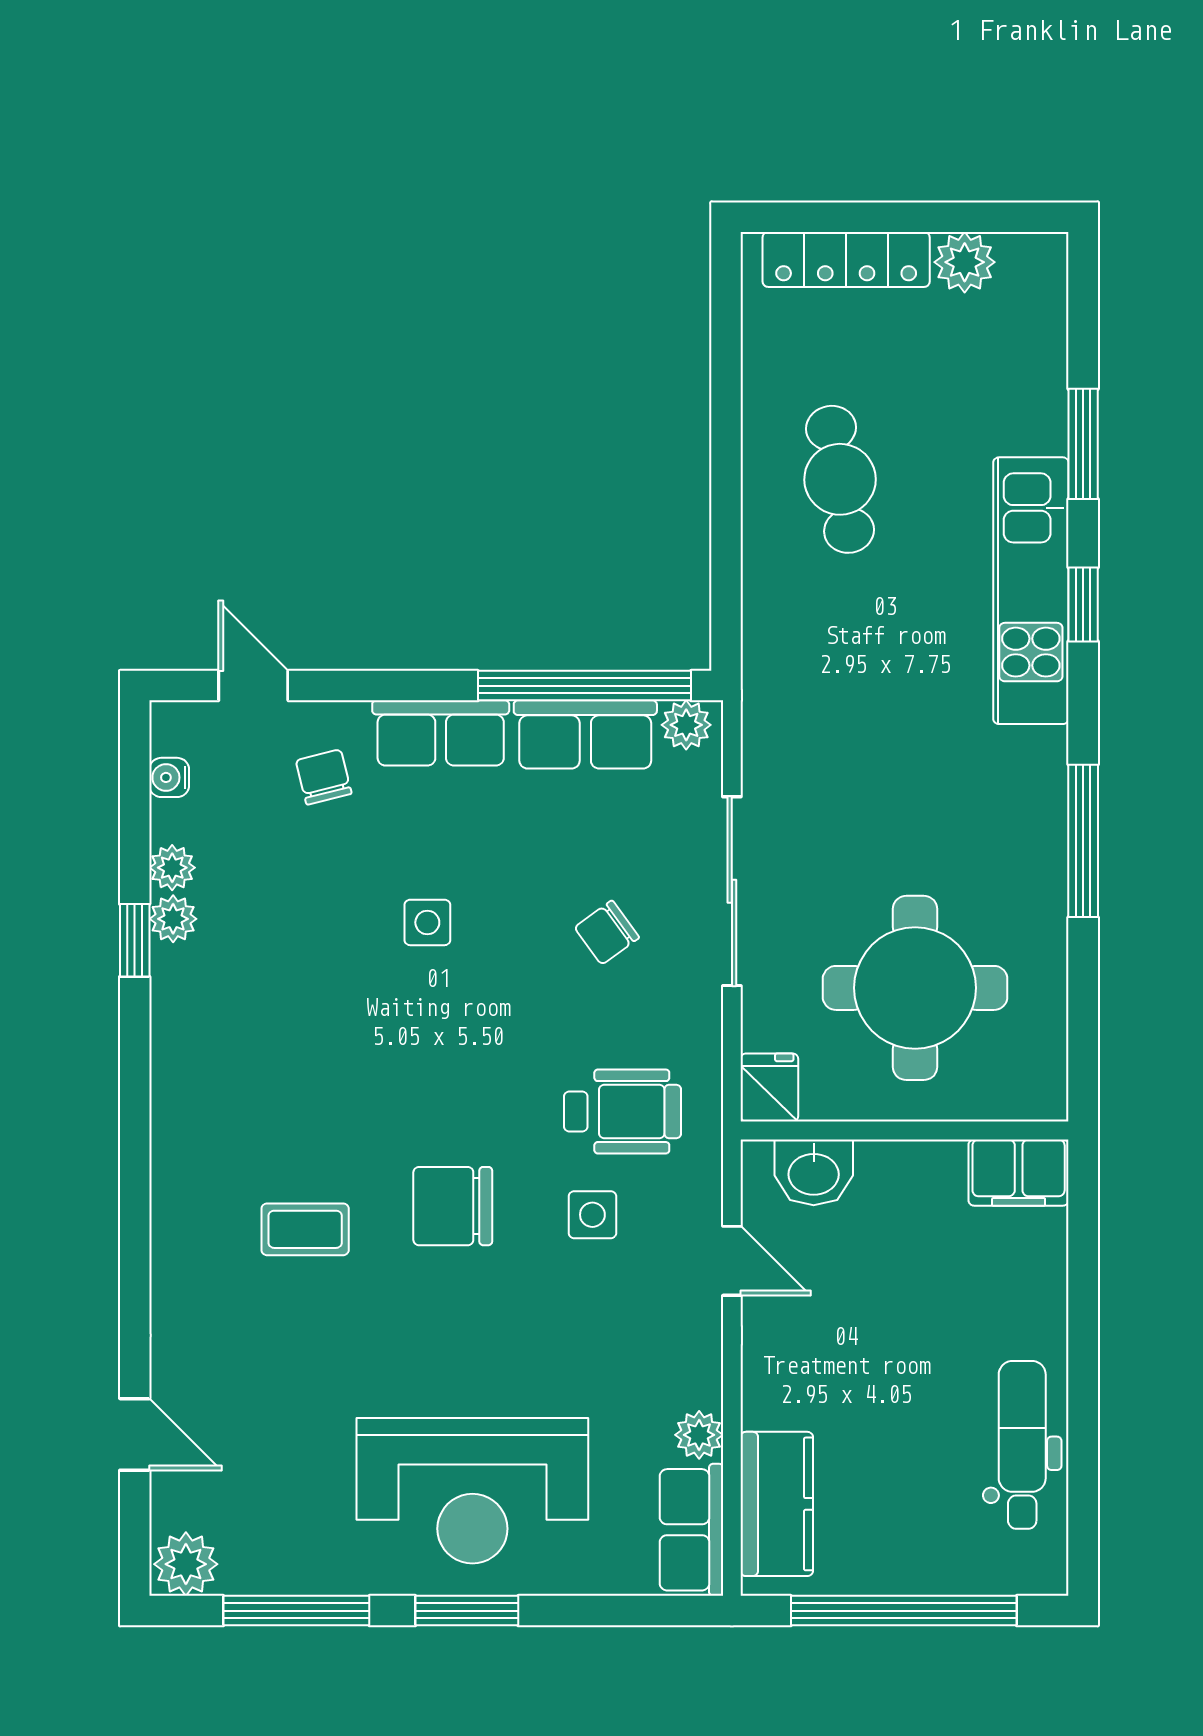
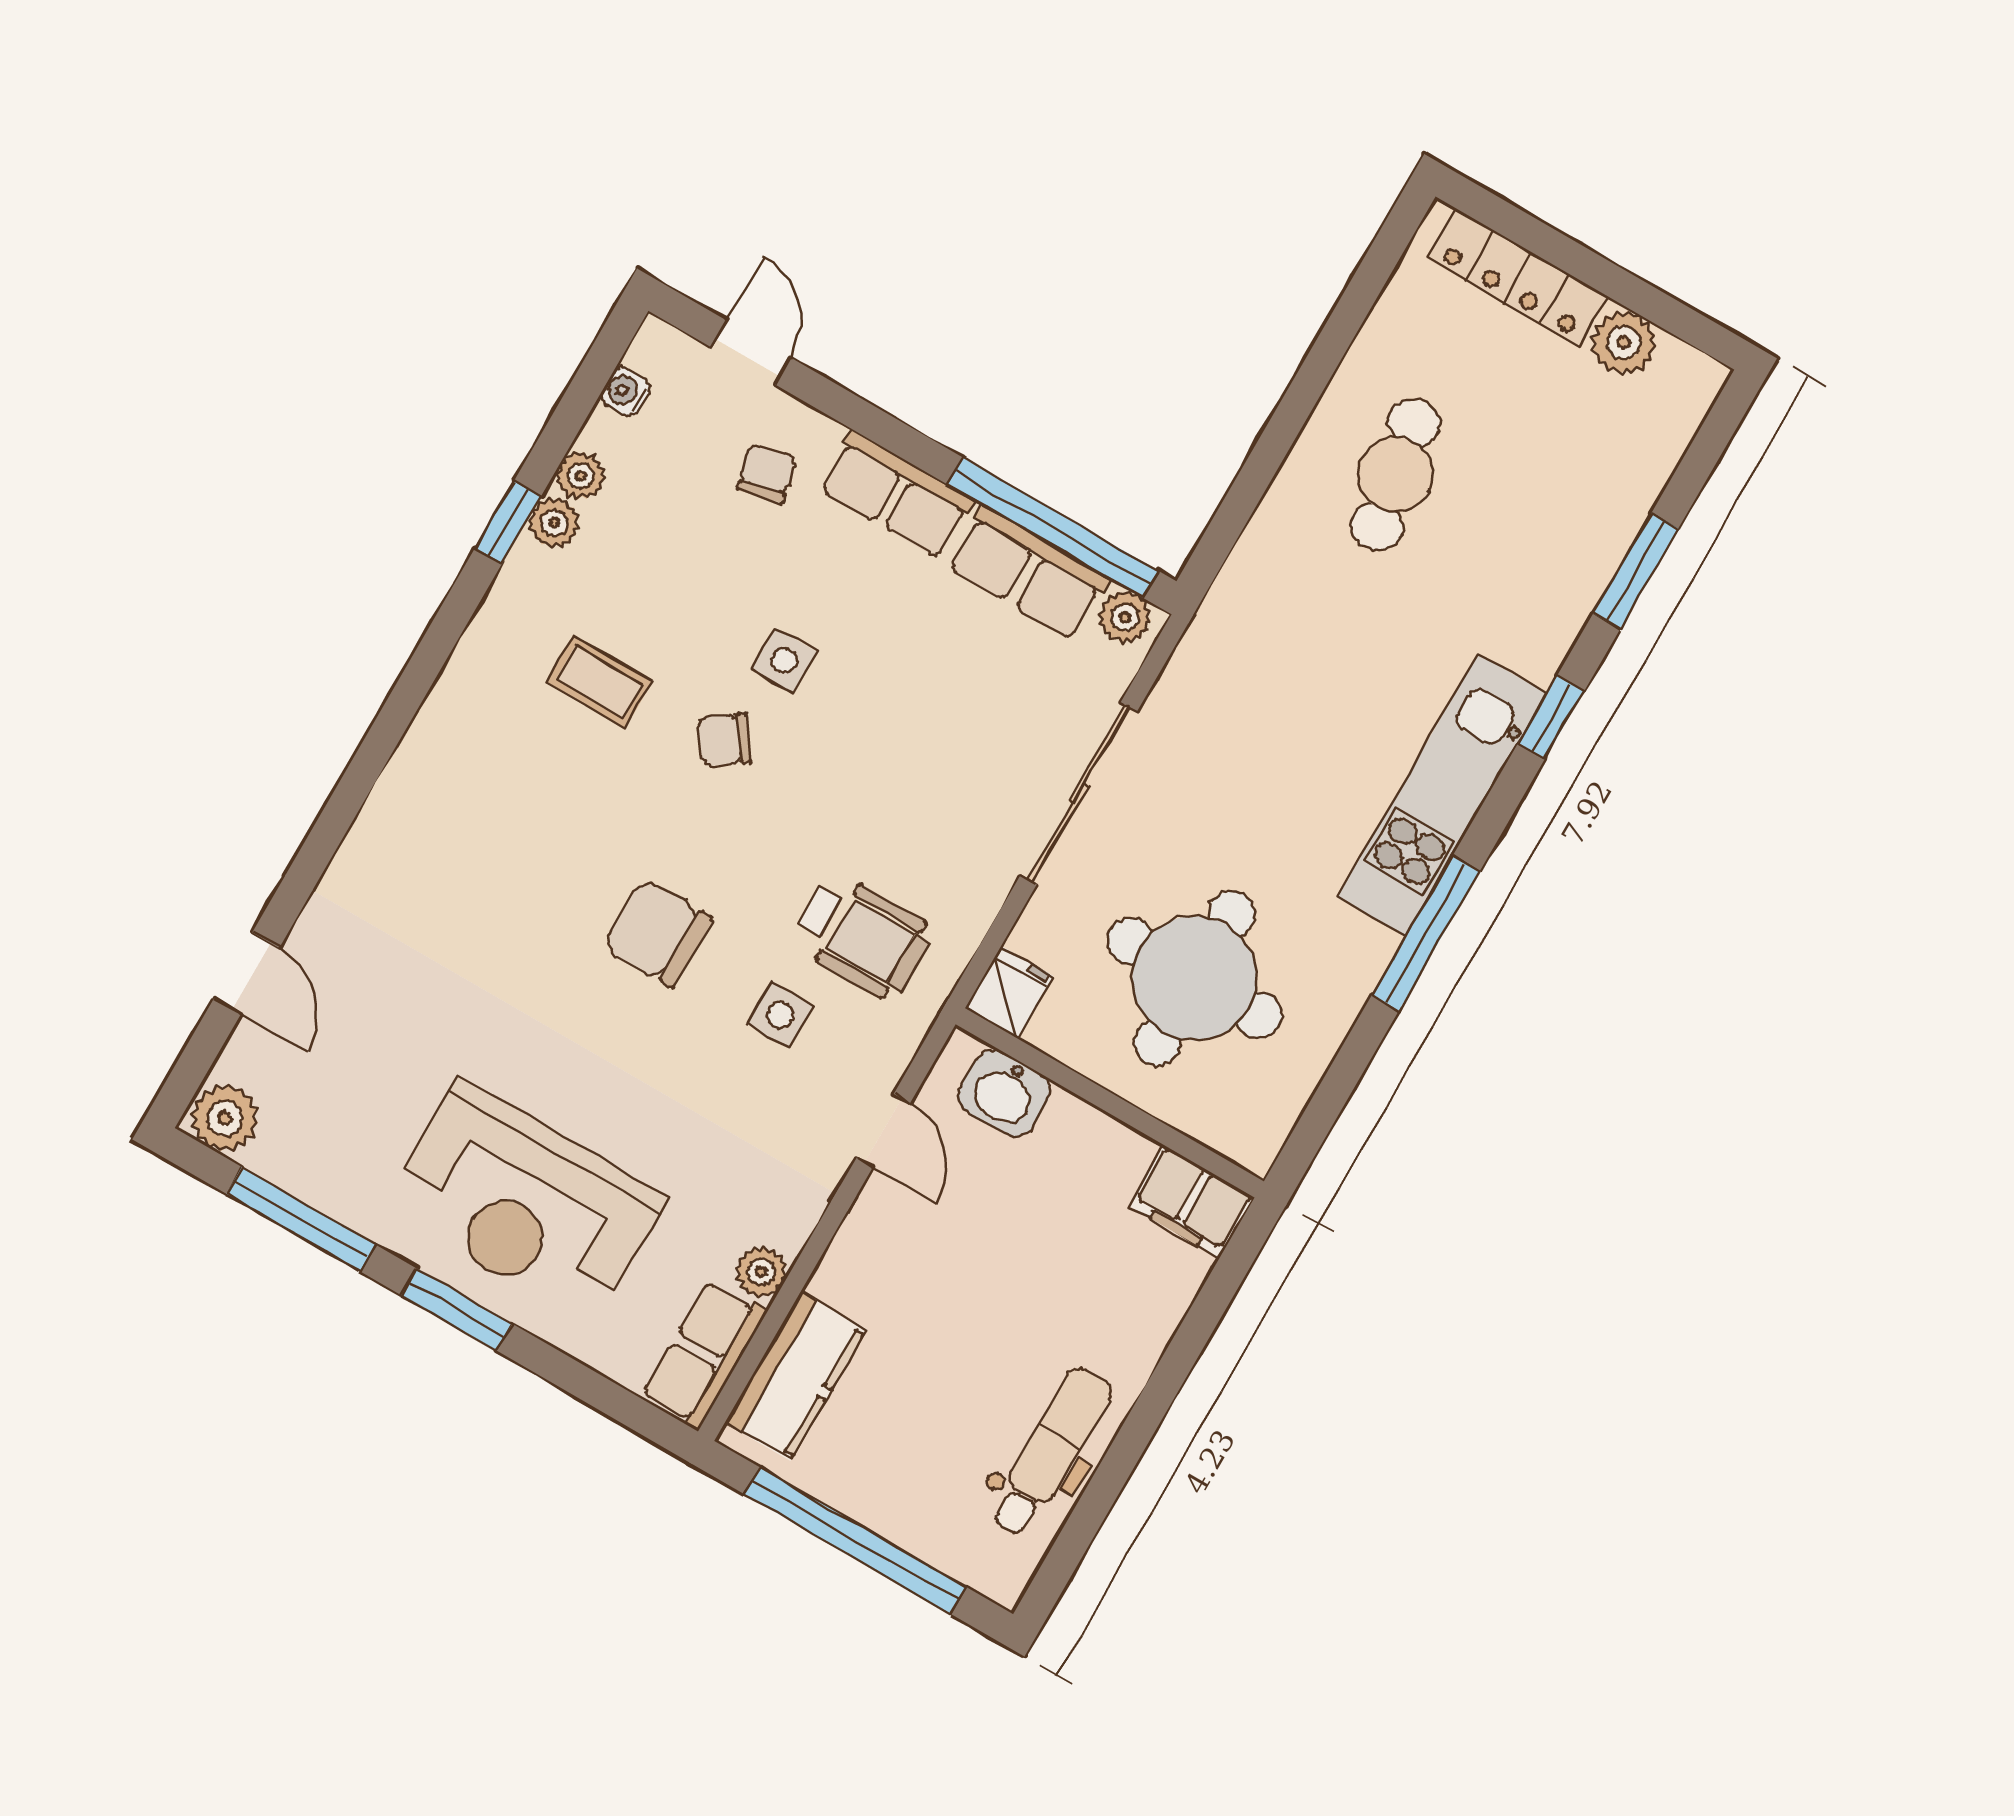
kitchen unit: (1031, 591) -> (1442, 795), moved
chair: (607, 932) -> (724, 740), moved
coffee table: (305, 1229) -> (599, 682), moved

